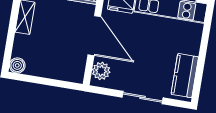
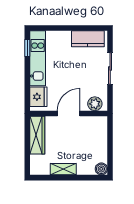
door: (94, 36) -> (69, 113), width x0.73

